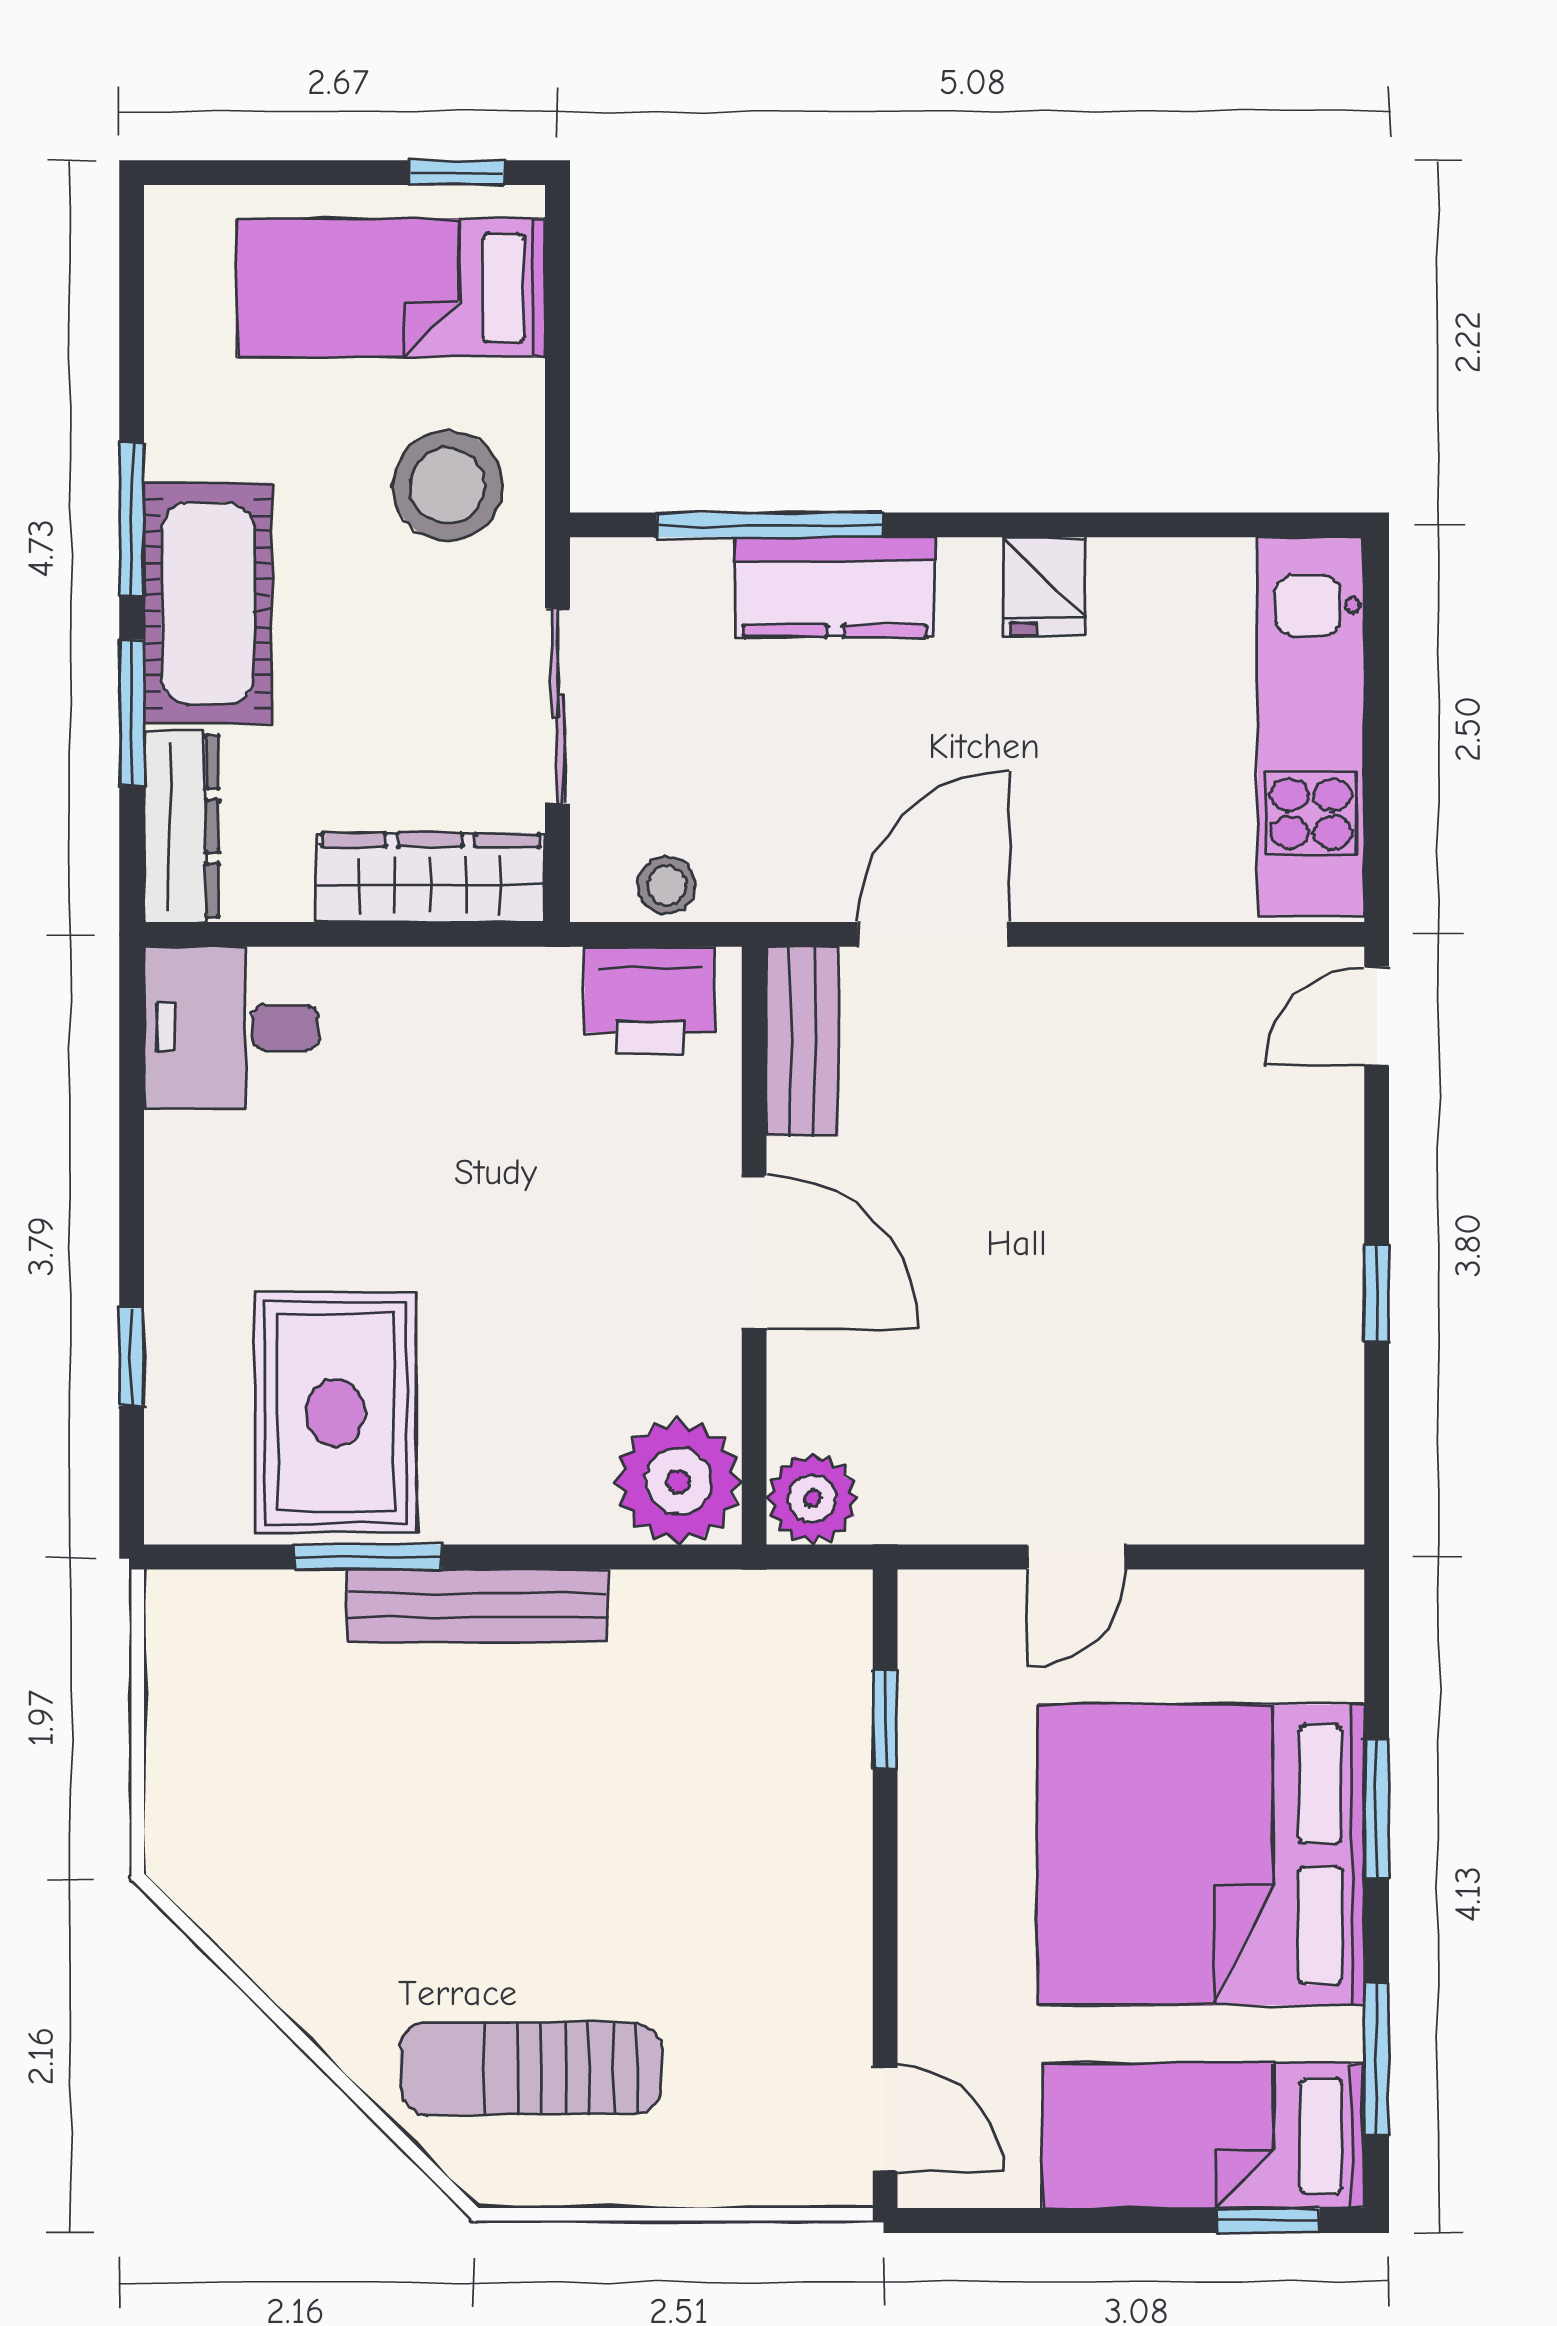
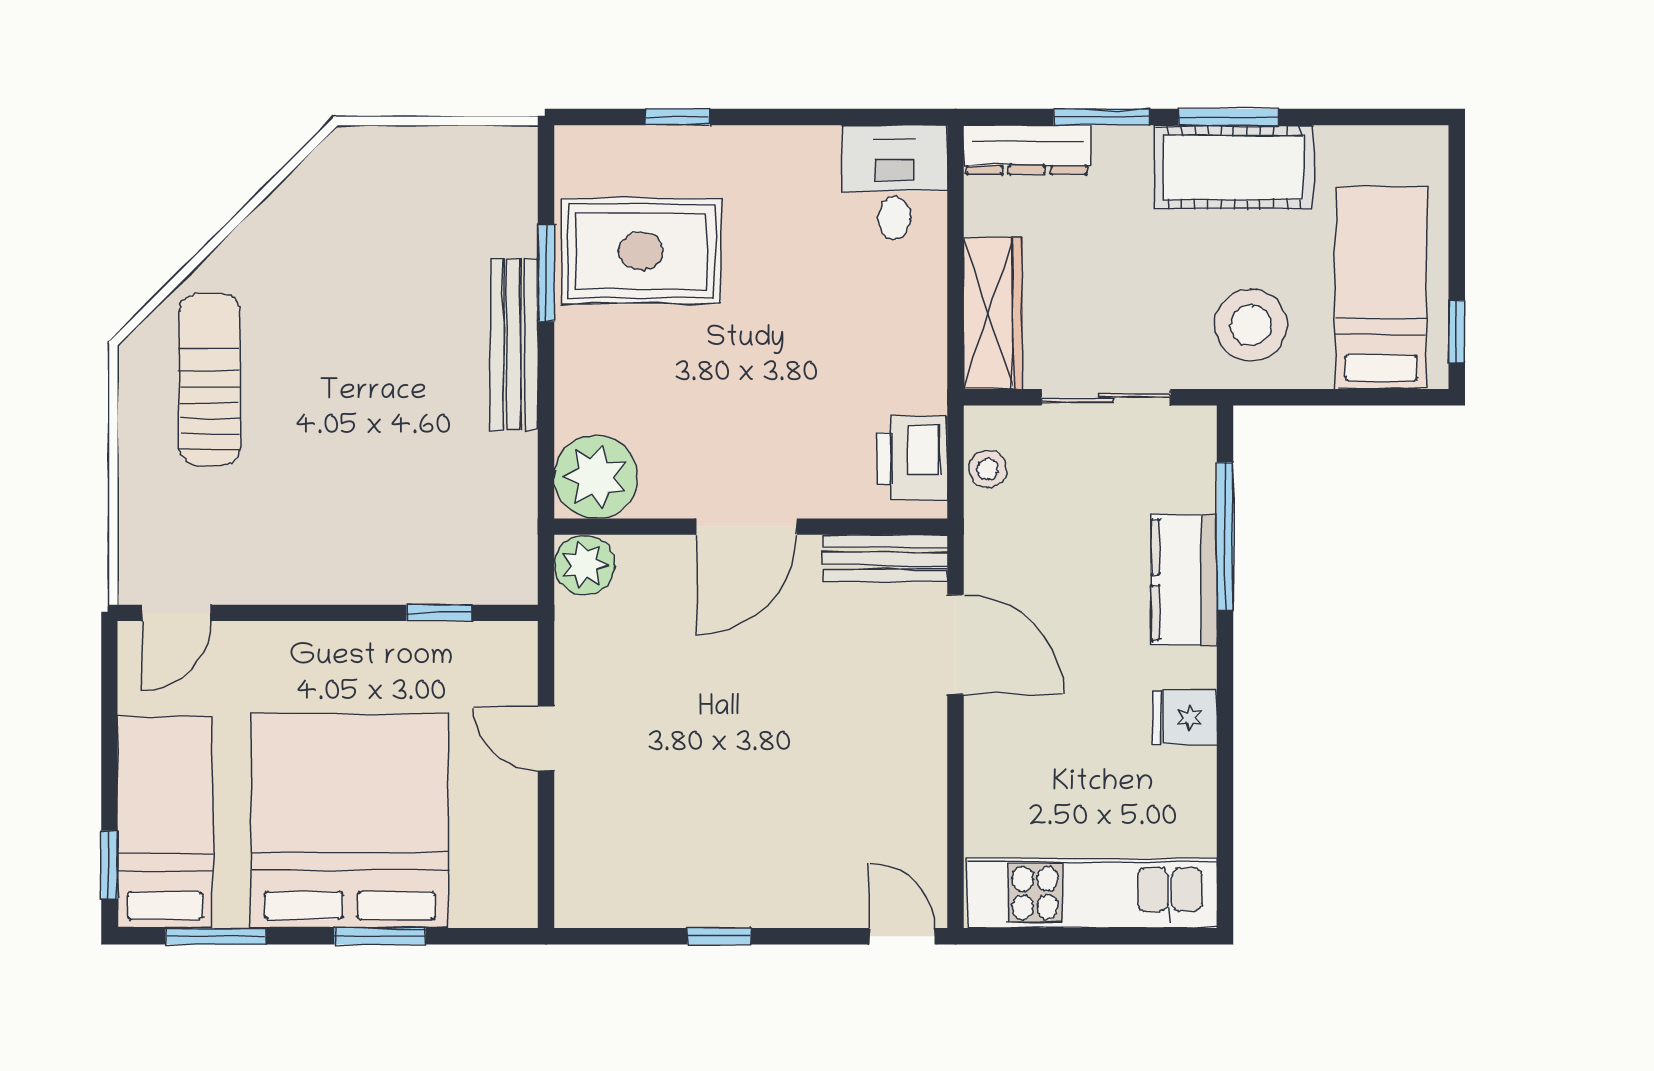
cot: (208, 603) -> (1234, 167), moved

